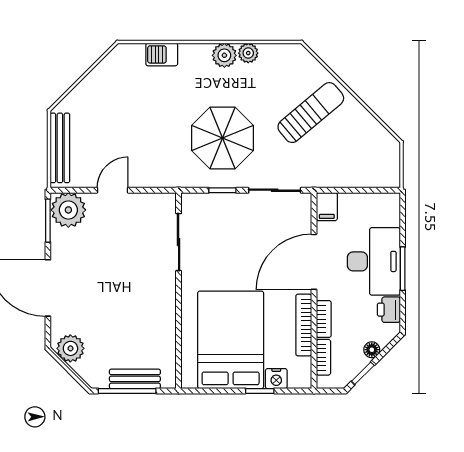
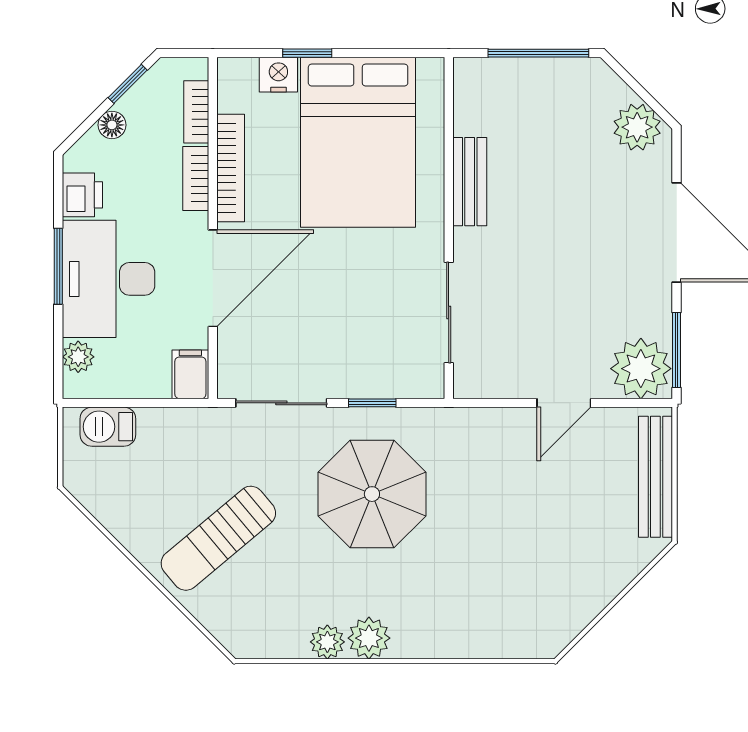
barbecue: (162, 54) -> (108, 427), moved, turned 180
plant: (391, 217) -> (78, 357), added
bench: (135, 379) -> (470, 182), moved, turned 90

